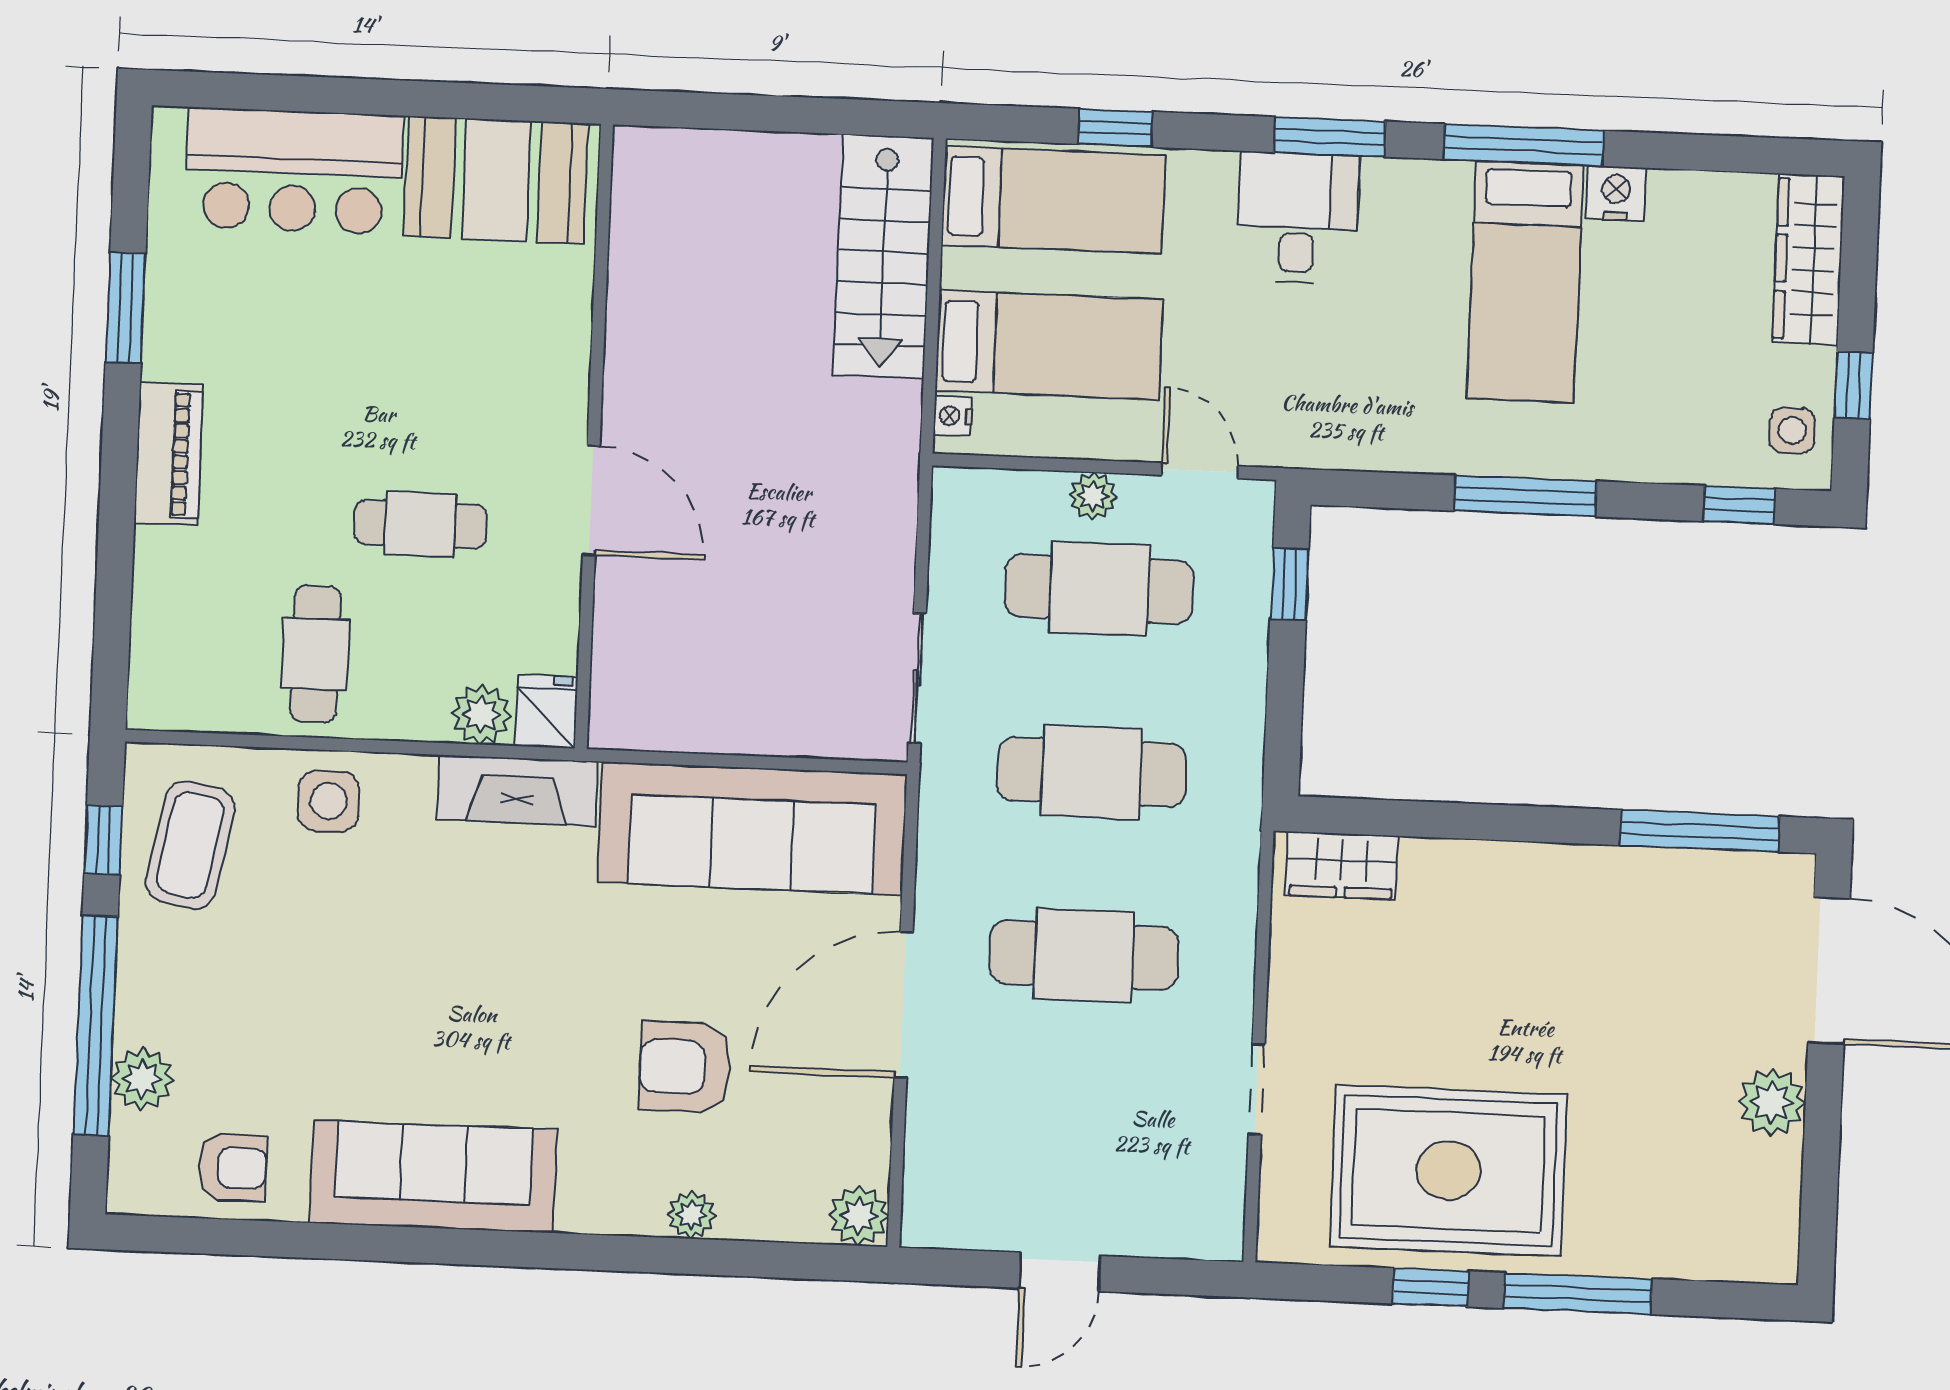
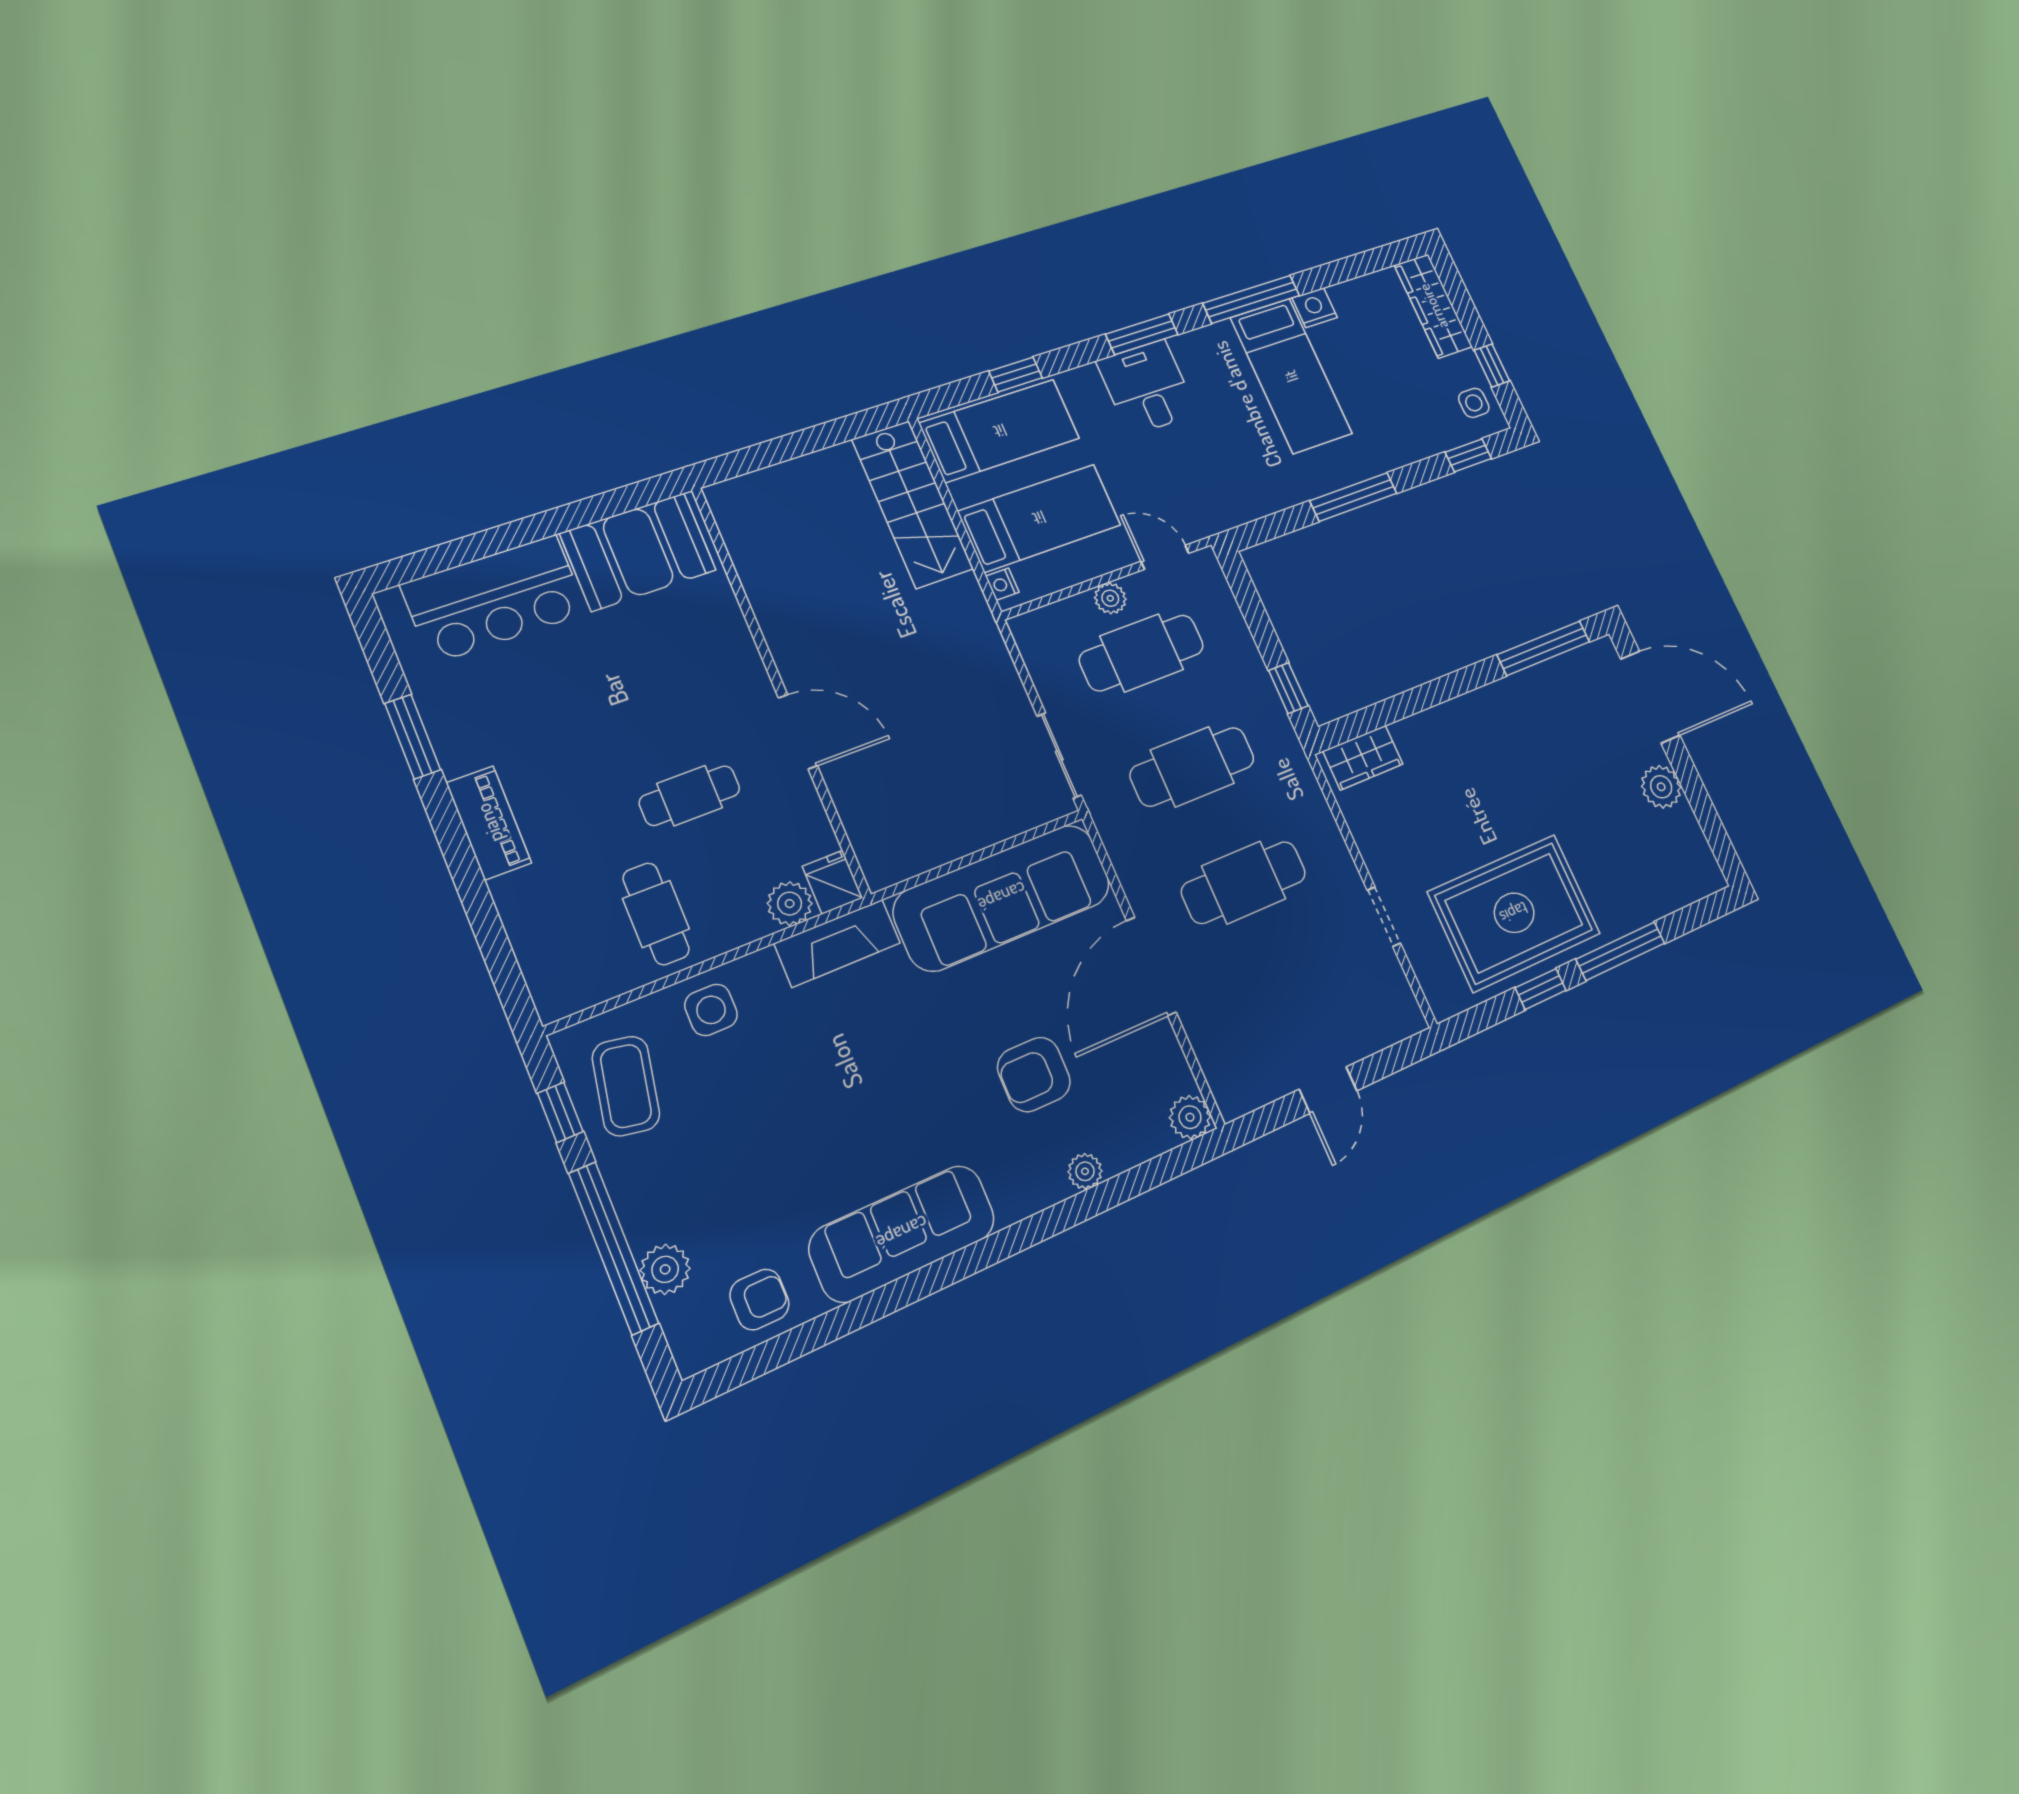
window: (1289, 584) -> (1288, 688), moved

